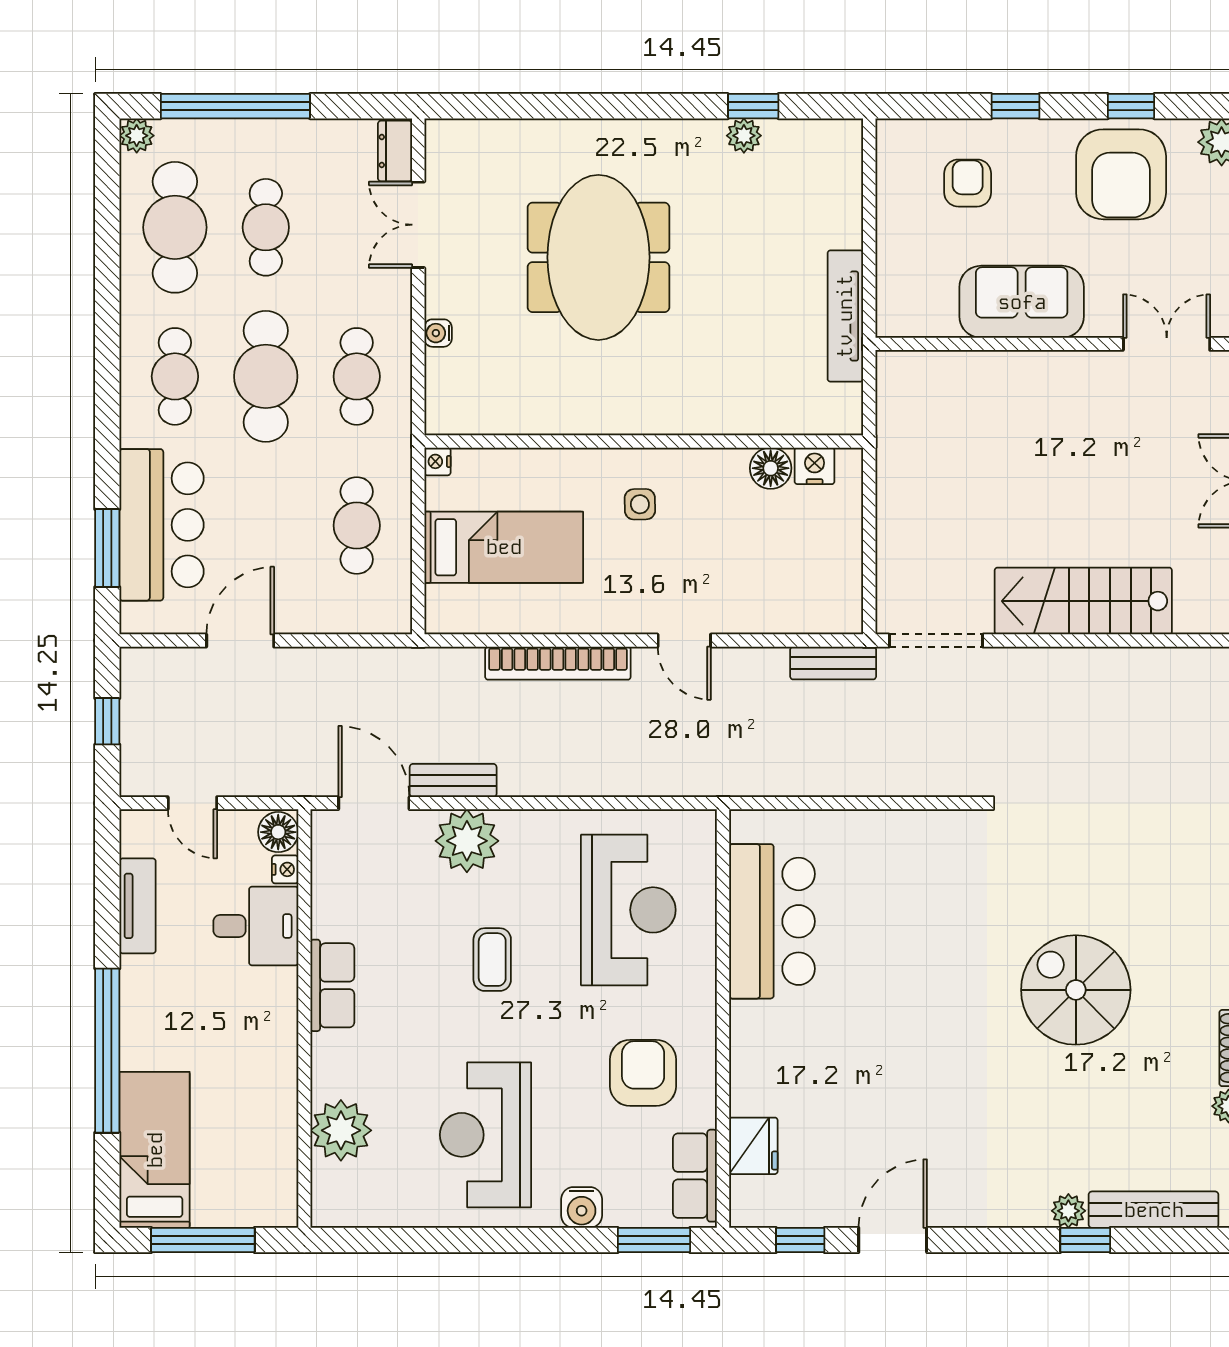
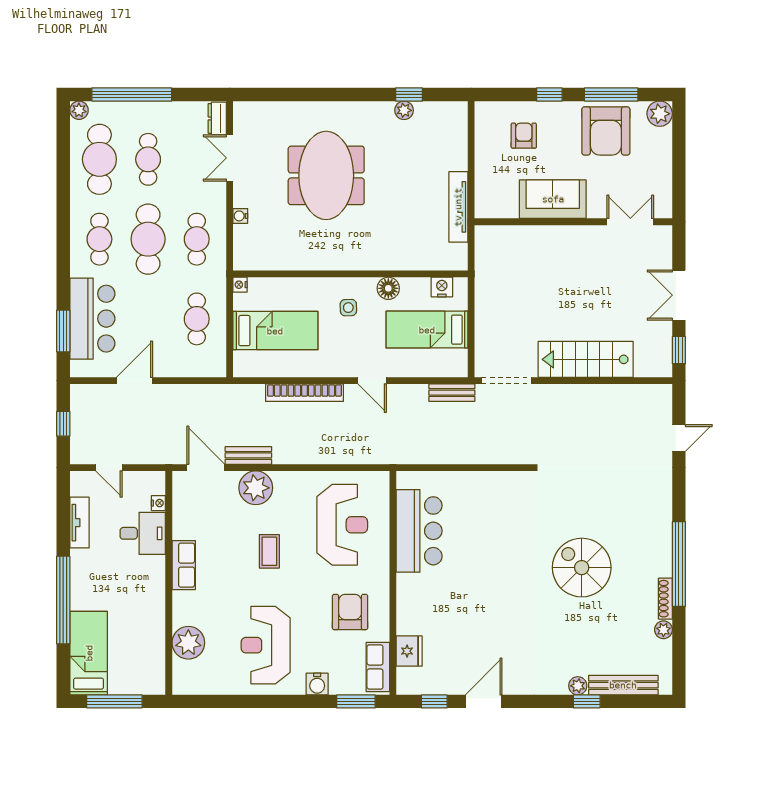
window: (1131, 106) -> (611, 94), width x2.17
floor lamp: (771, 468) -> (388, 288), moved
bed: (787, 545) -> (427, 330), added
floor lamp: (278, 832) -> (155, 483), removed

